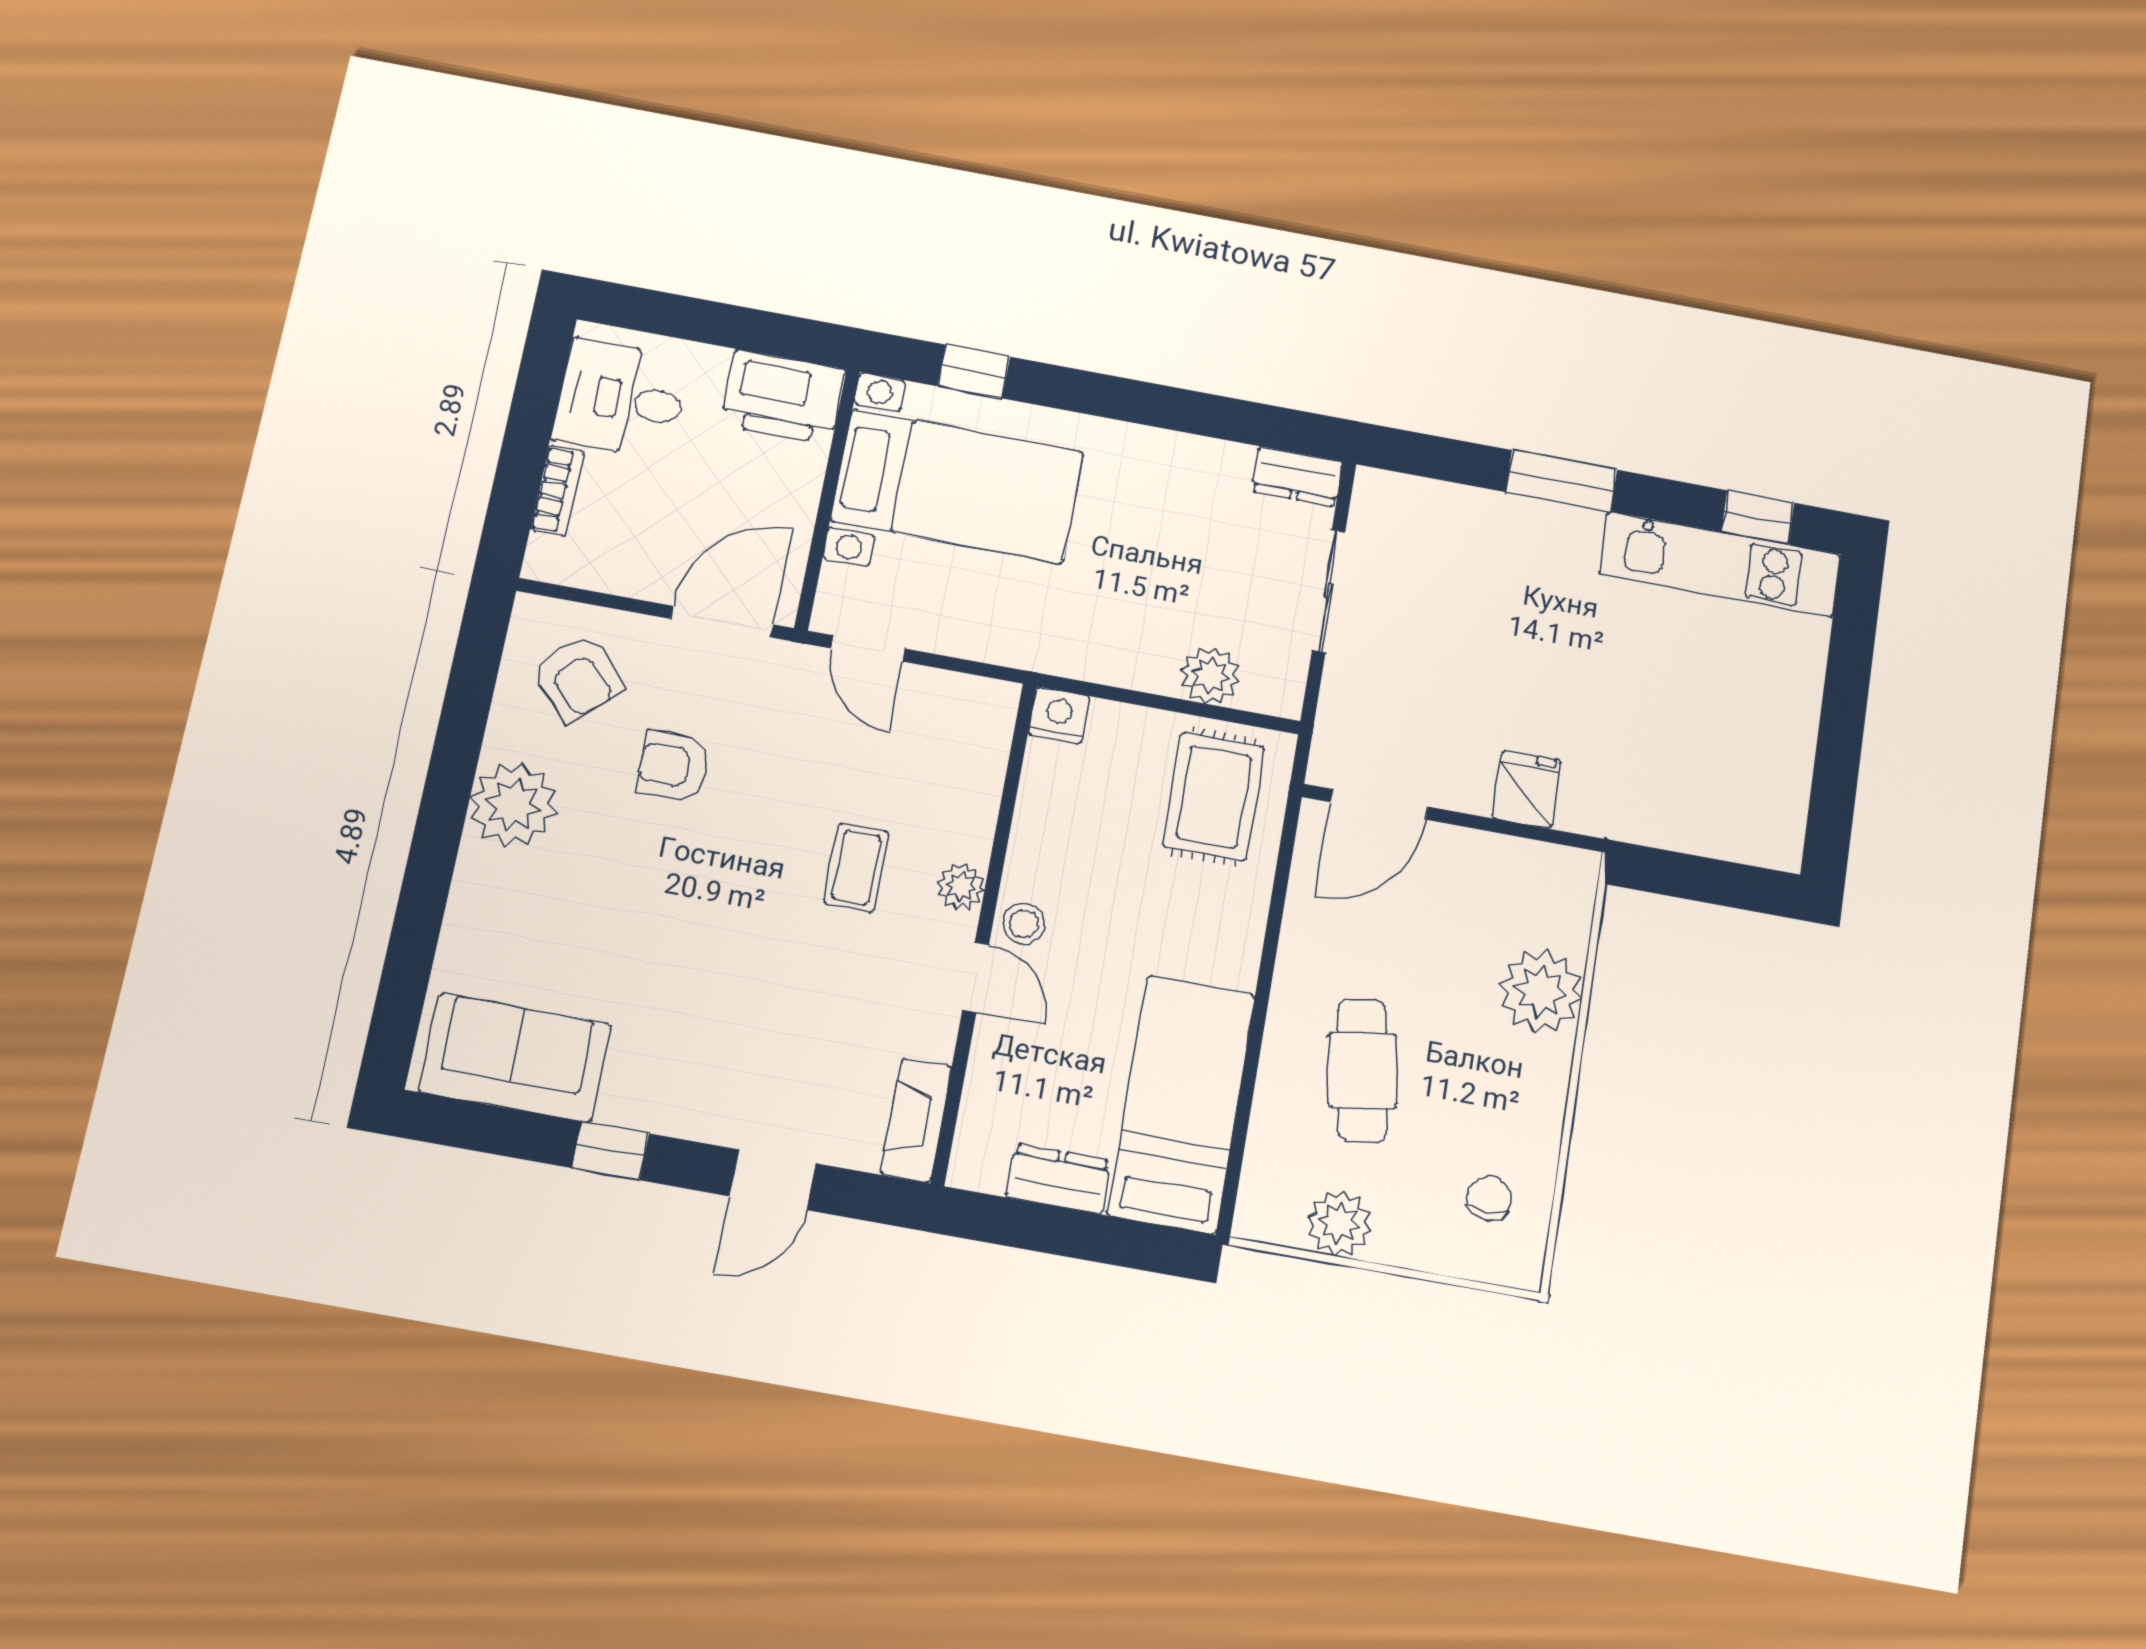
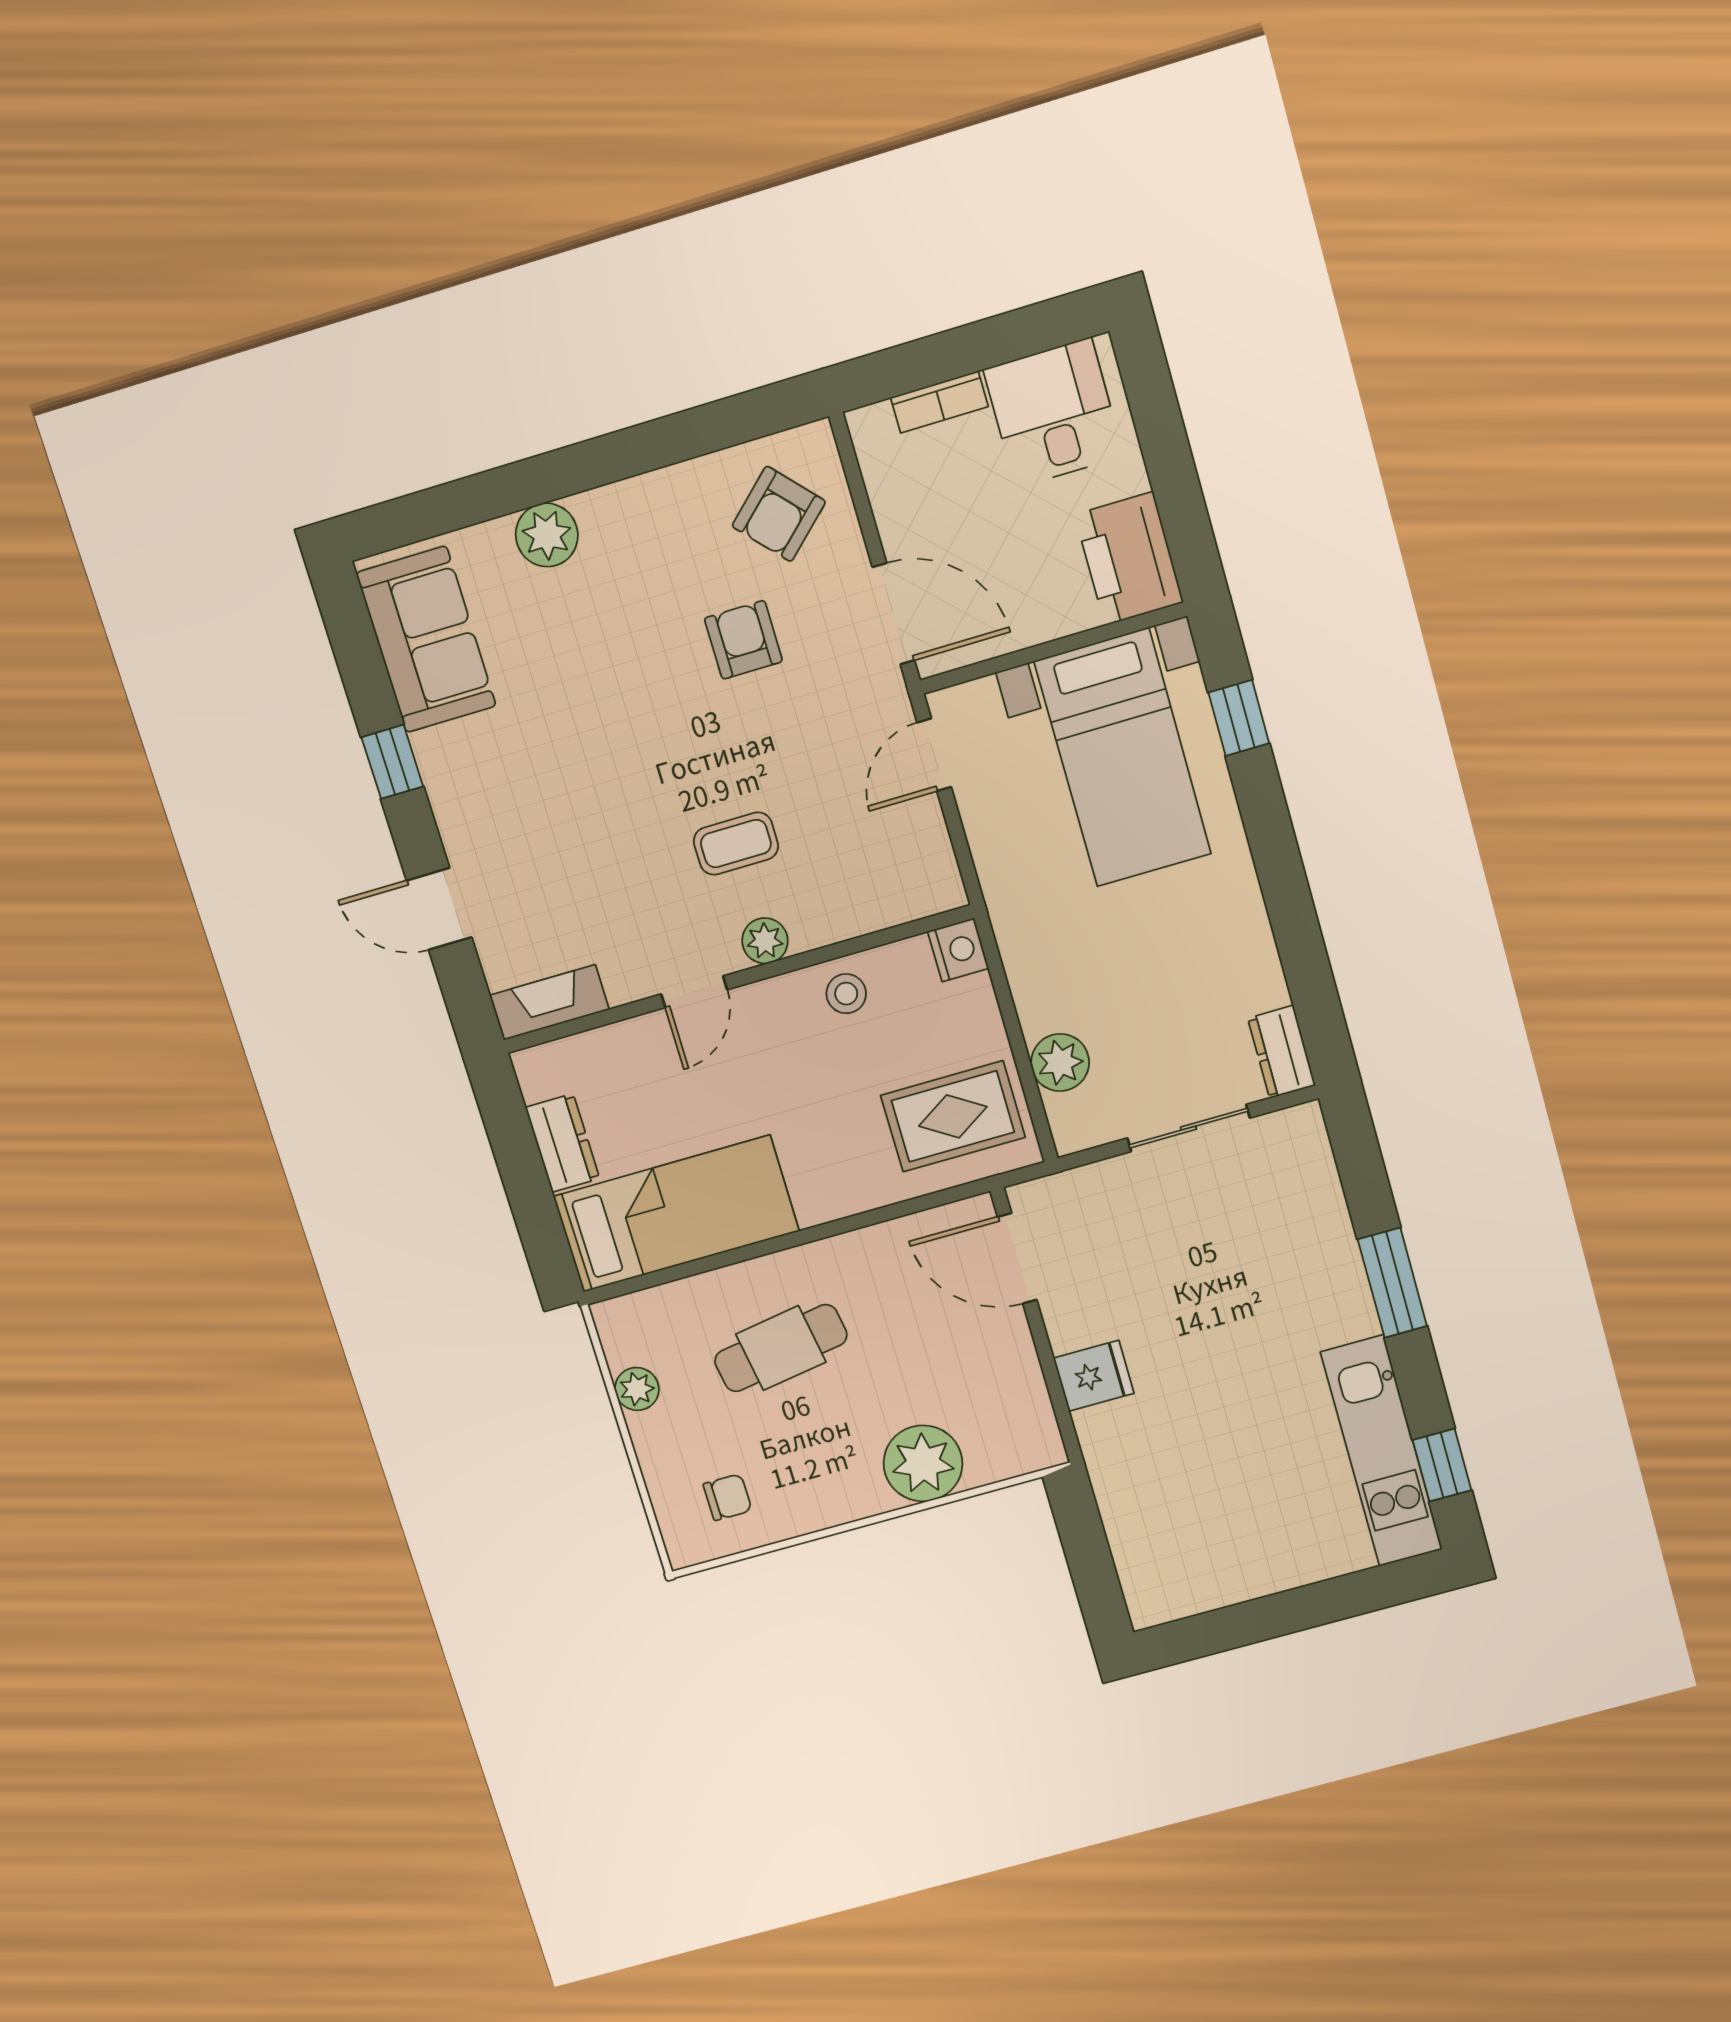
plant: (513, 805) -> (547, 535), moved, width x0.73, depth x0.73
stool: (1024, 924) -> (846, 994), moved
plant: (1339, 1223) -> (637, 1389), width x0.73, depth x0.73

